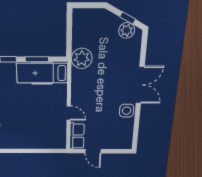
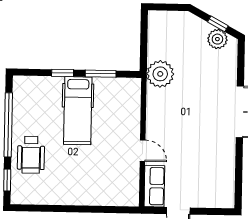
hospital bed: (42, 73) -> (78, 111), moved, turned -90
side table: (127, 111) -> (224, 148), removed

